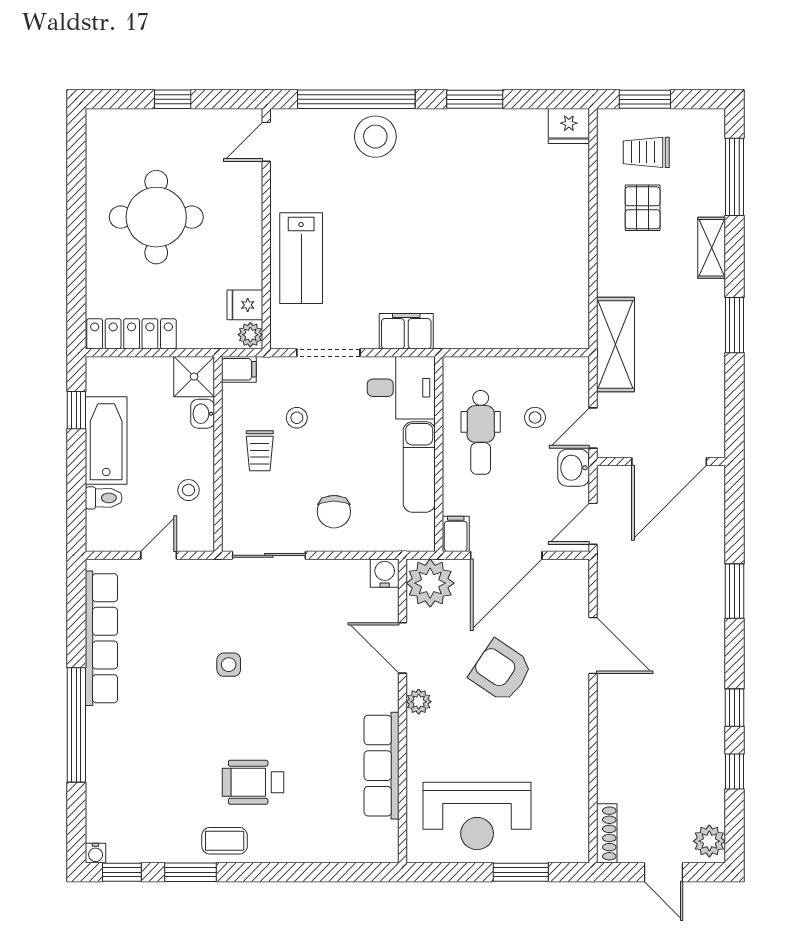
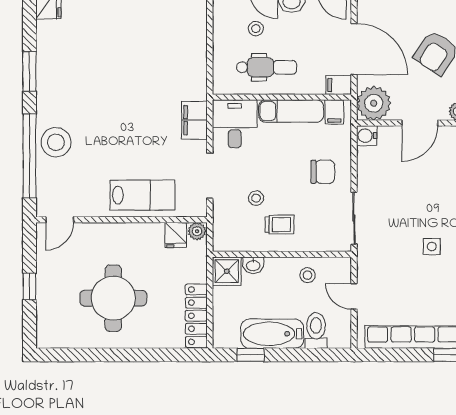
door: (266, 142) -> (60, 220), hinge flipped
filing cabinet: (239, 369) -> (334, 112), moved, turned 180
toilet: (104, 498) -> (316, 330), width x1.37, depth x1.39

